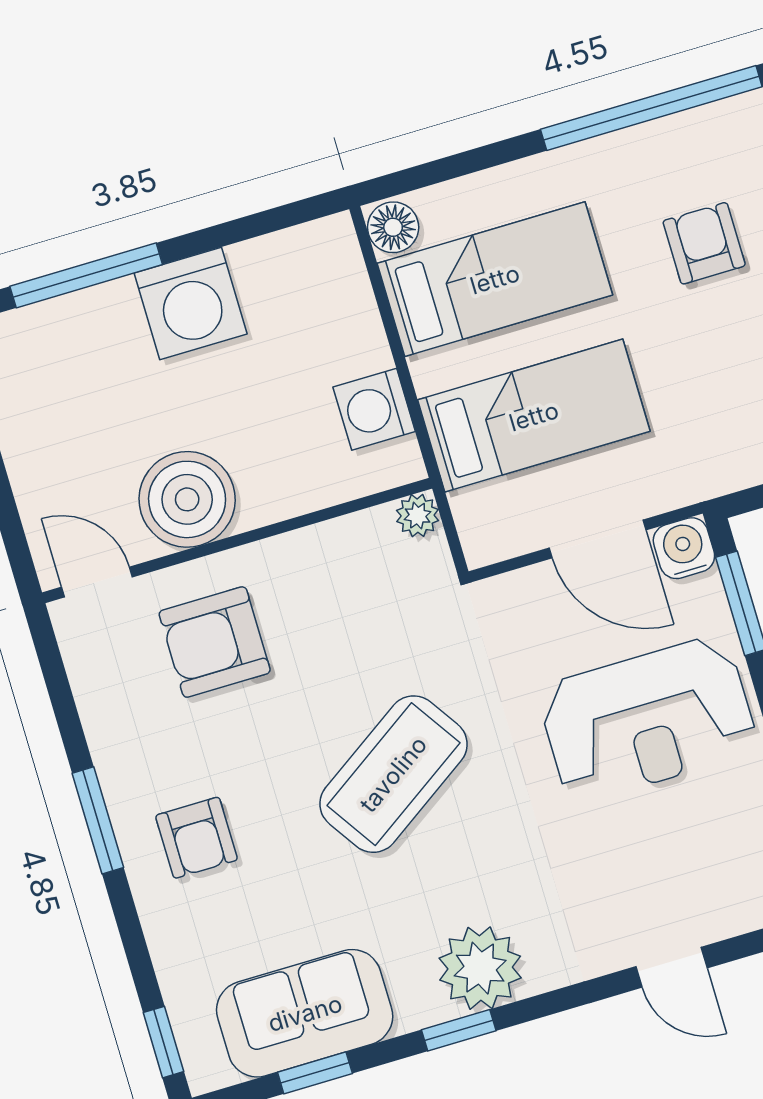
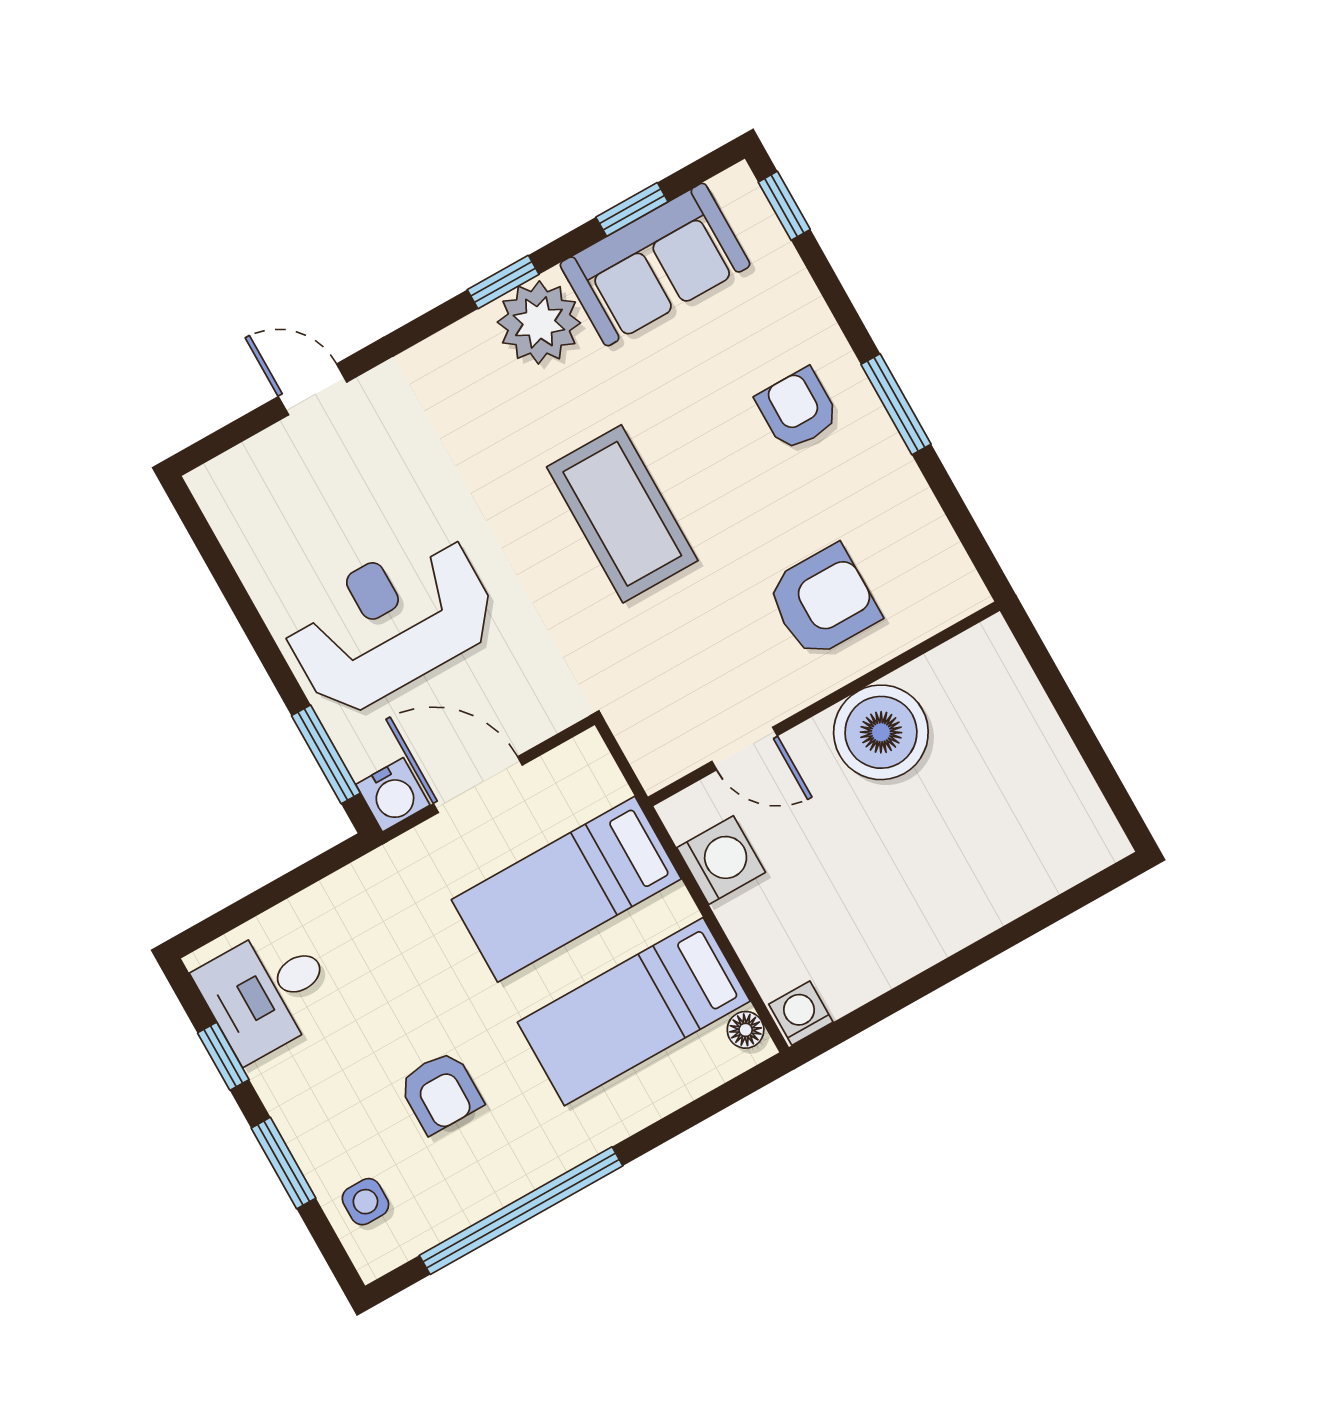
floor lamp: (393, 227) -> (746, 1030), width x0.73, depth x0.73
window: (86, 275) -> (1027, 925), removed
washing machine: (191, 303) -> (801, 1013), moved, width x0.53, depth x0.53
plant: (418, 516) -> (656, 767), removed
door: (97, 582) -> (745, 749), moved
coffee table: (393, 774) -> (622, 514), turned -56
plant: (480, 968) -> (539, 322), moved

